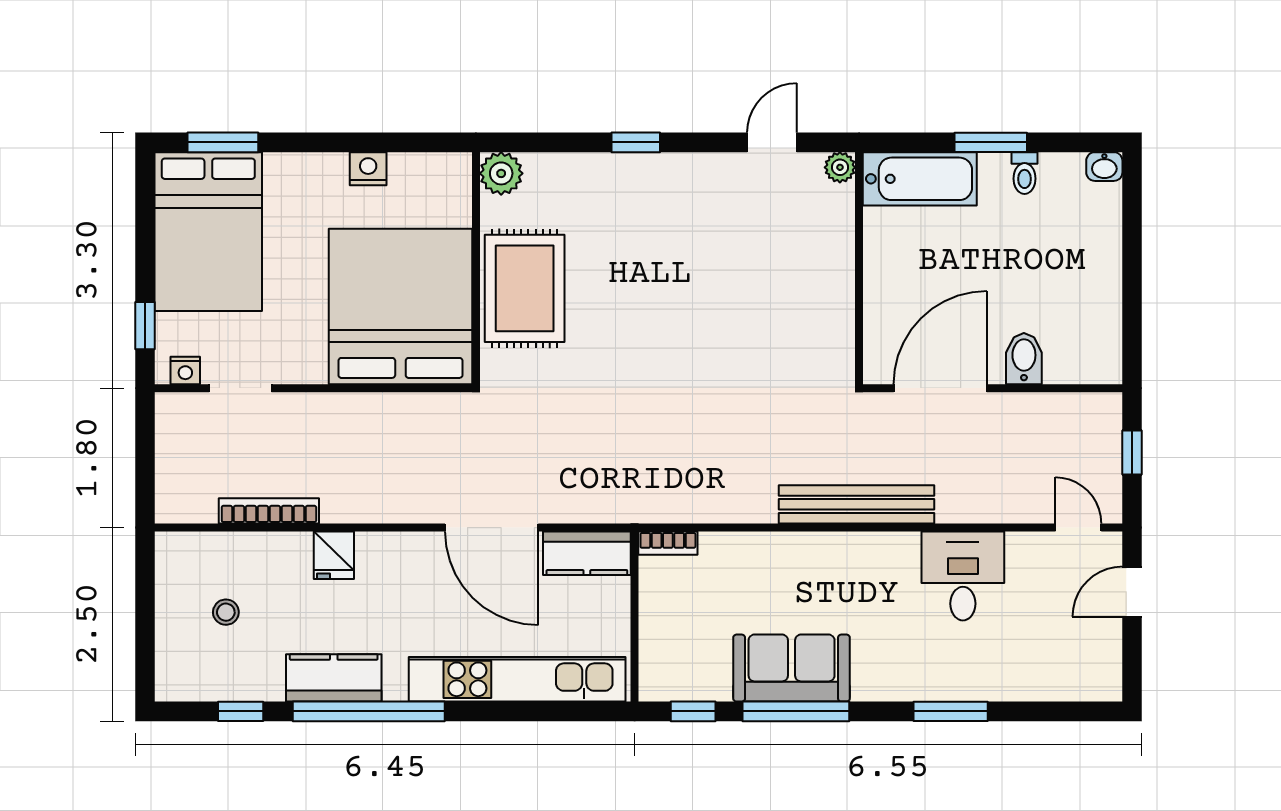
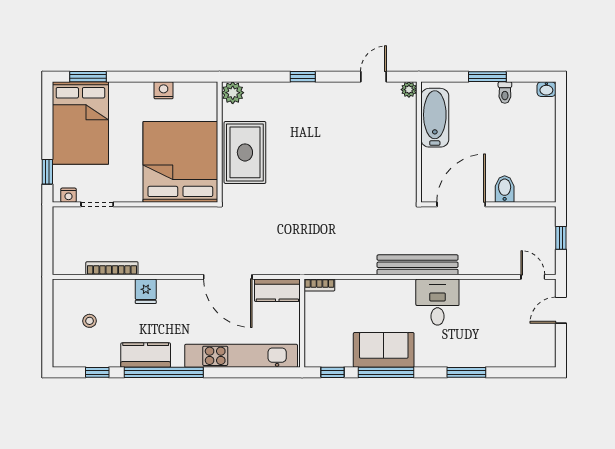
bathtub: (920, 179) -> (435, 118), moved, turned -90
desk: (963, 576) -> (437, 302), moved

